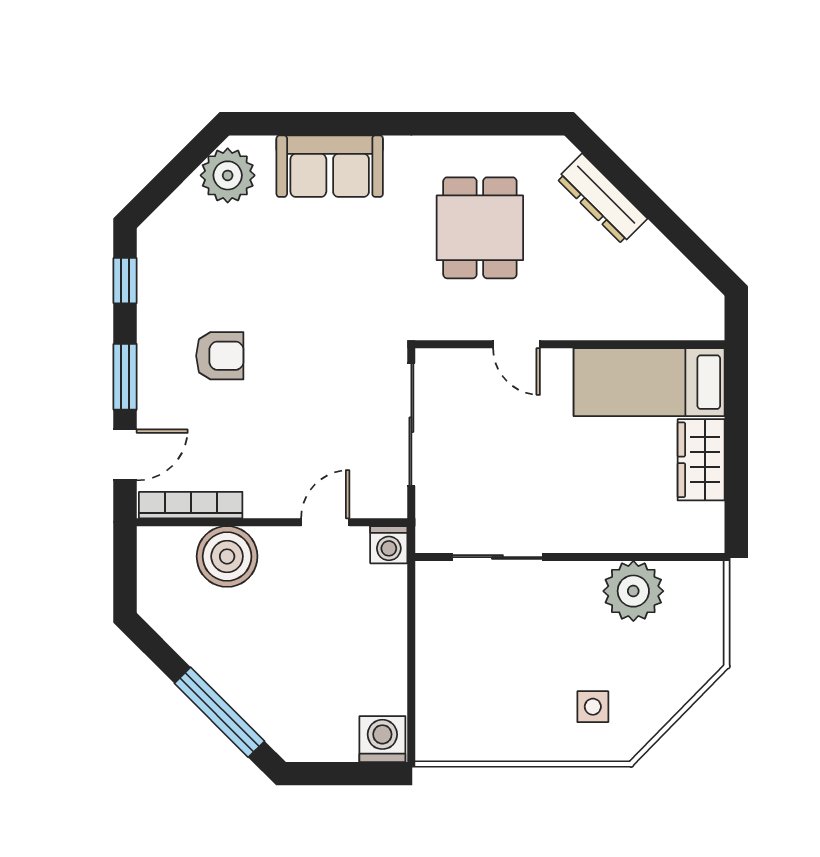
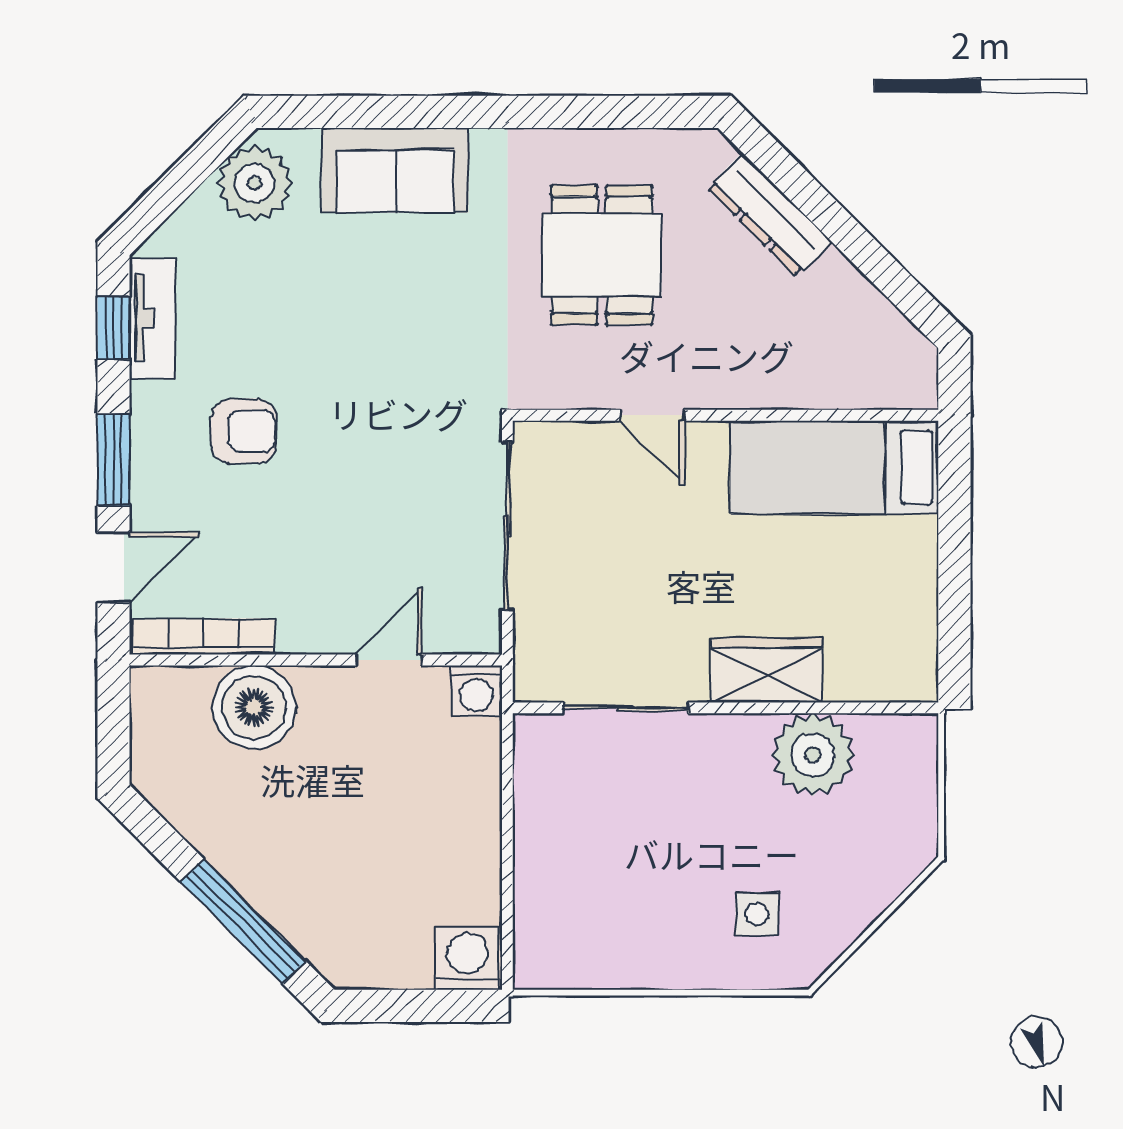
tv unit: (153, 274) -> (152, 319), added
wardrobe: (701, 460) -> (767, 670), moved, turned 90

